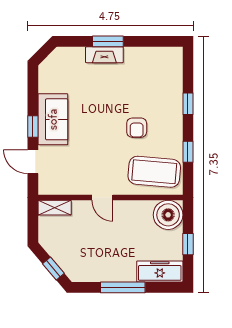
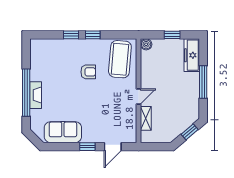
window: (108, 41) -> (26, 93), width x2.11
sofa: (53, 119) -> (63, 132), moved
window: (188, 152) -> (93, 35), moved
shelving: (55, 208) -> (146, 118), moved
boiler: (168, 215) -> (146, 44), width x0.54, depth x0.54

